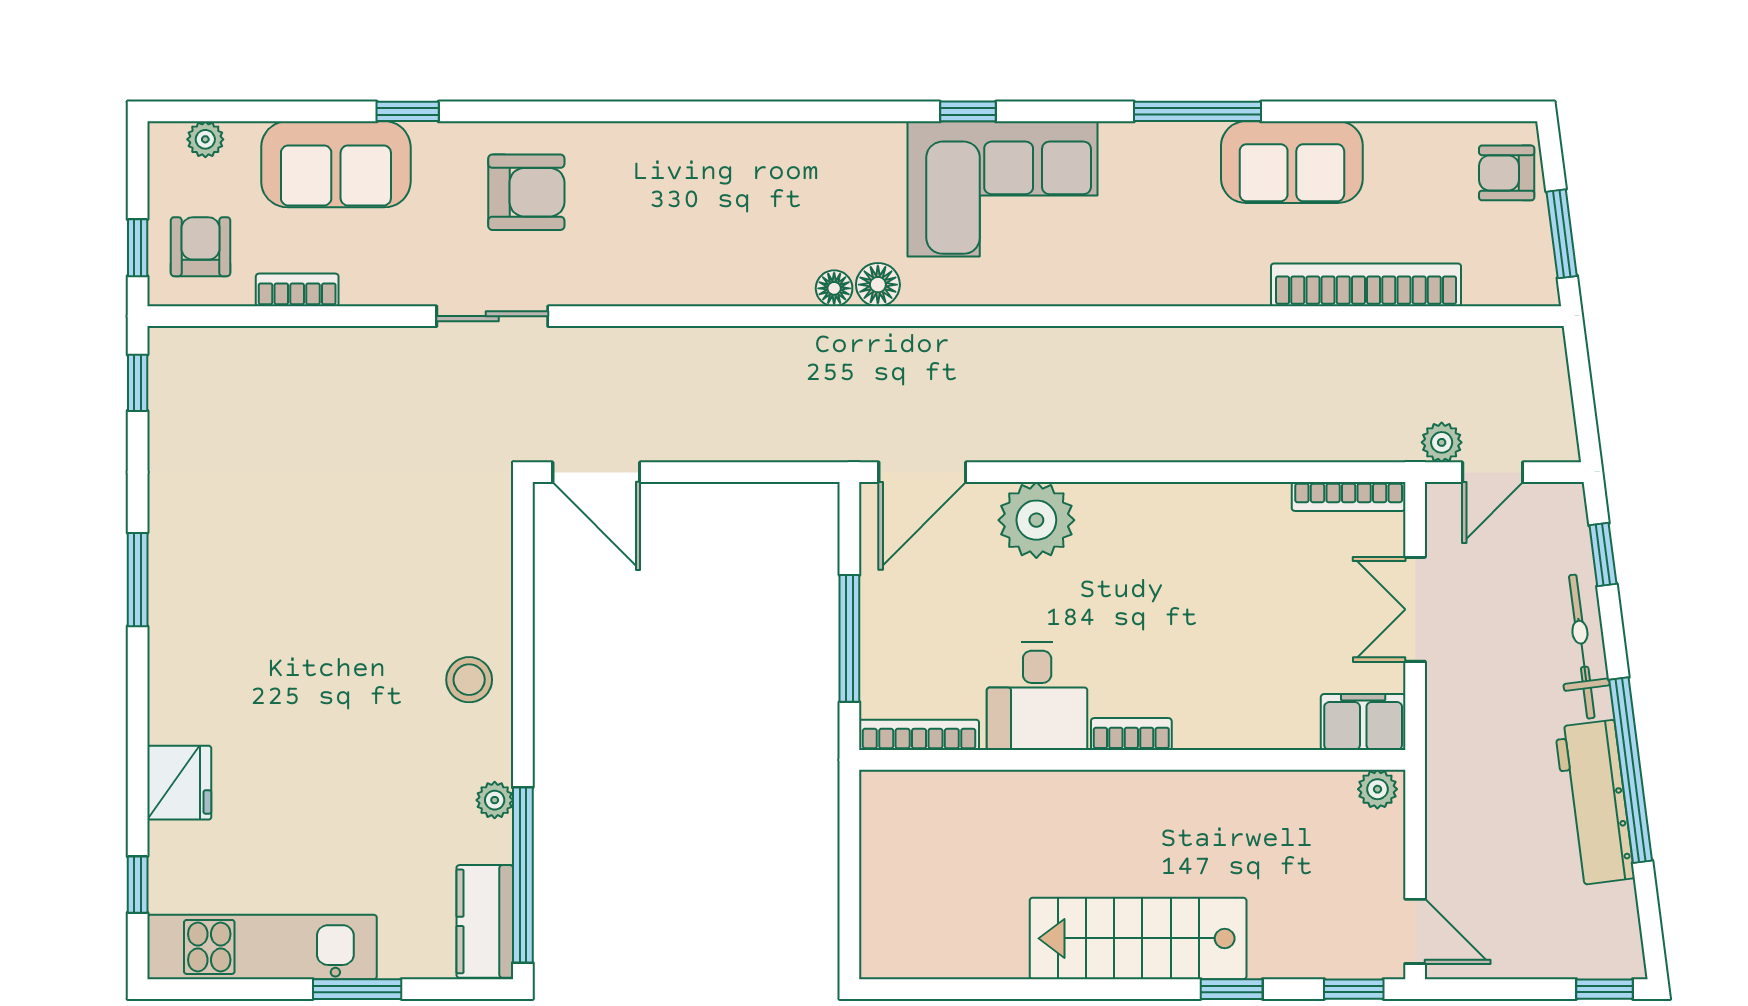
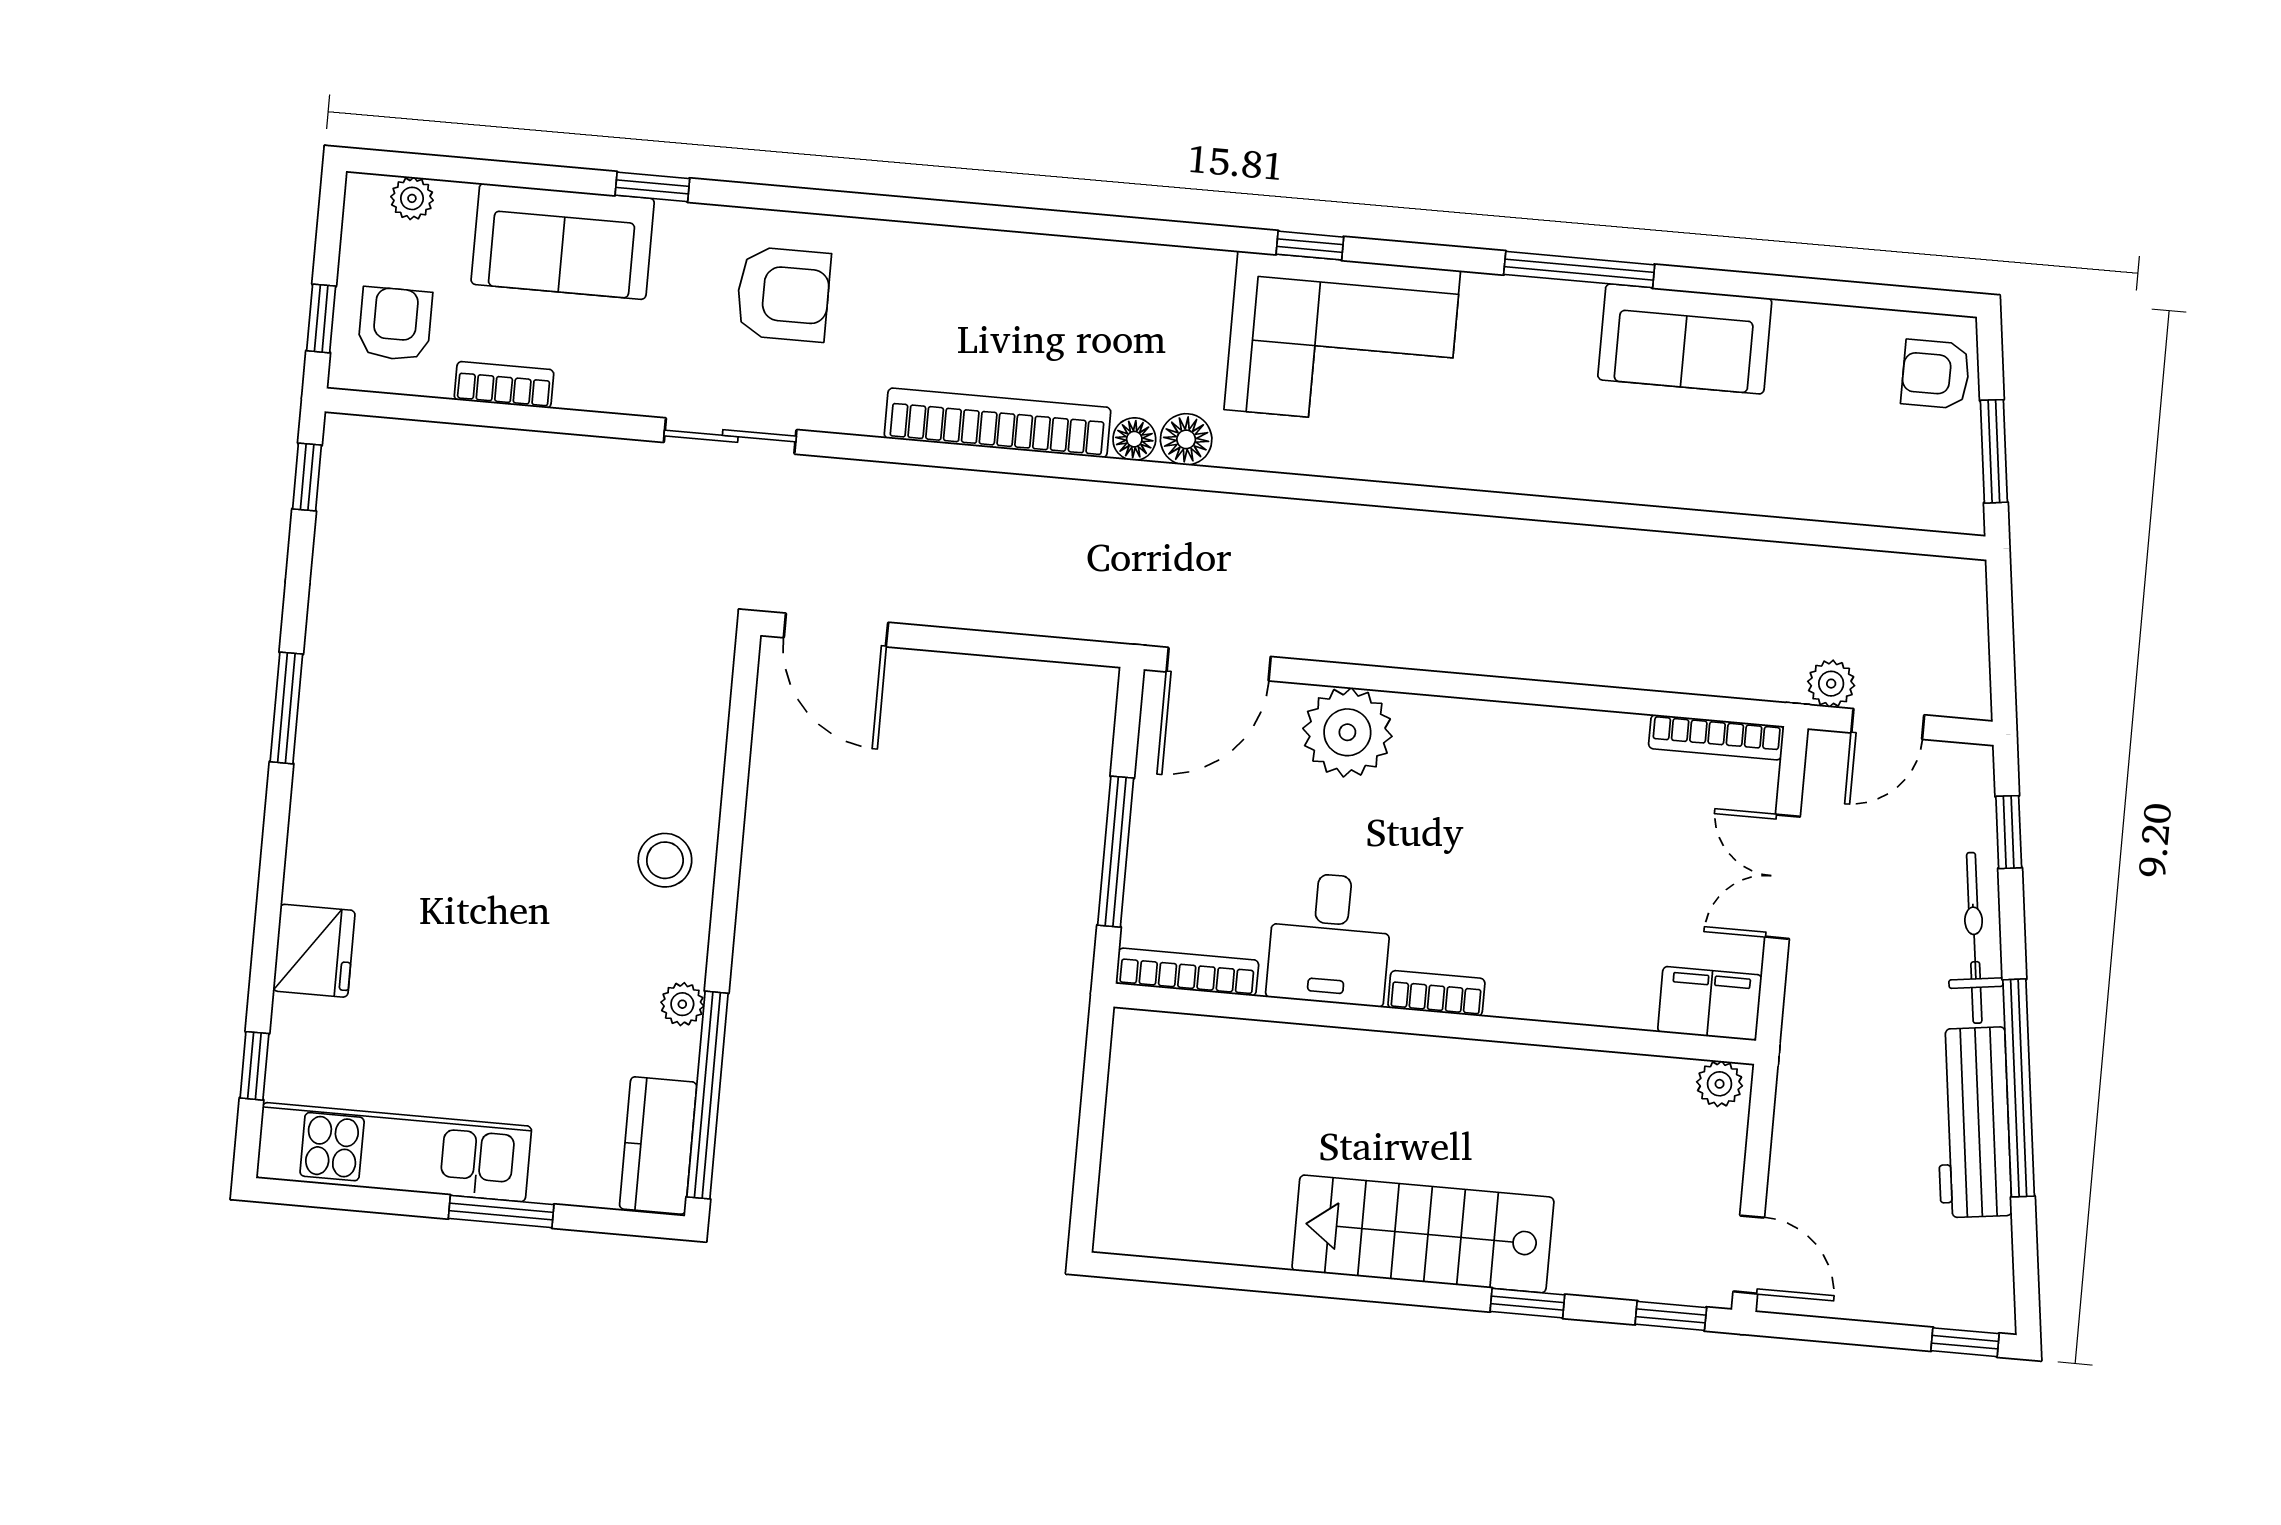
bookcase: (1366, 285) -> (998, 423), moved

